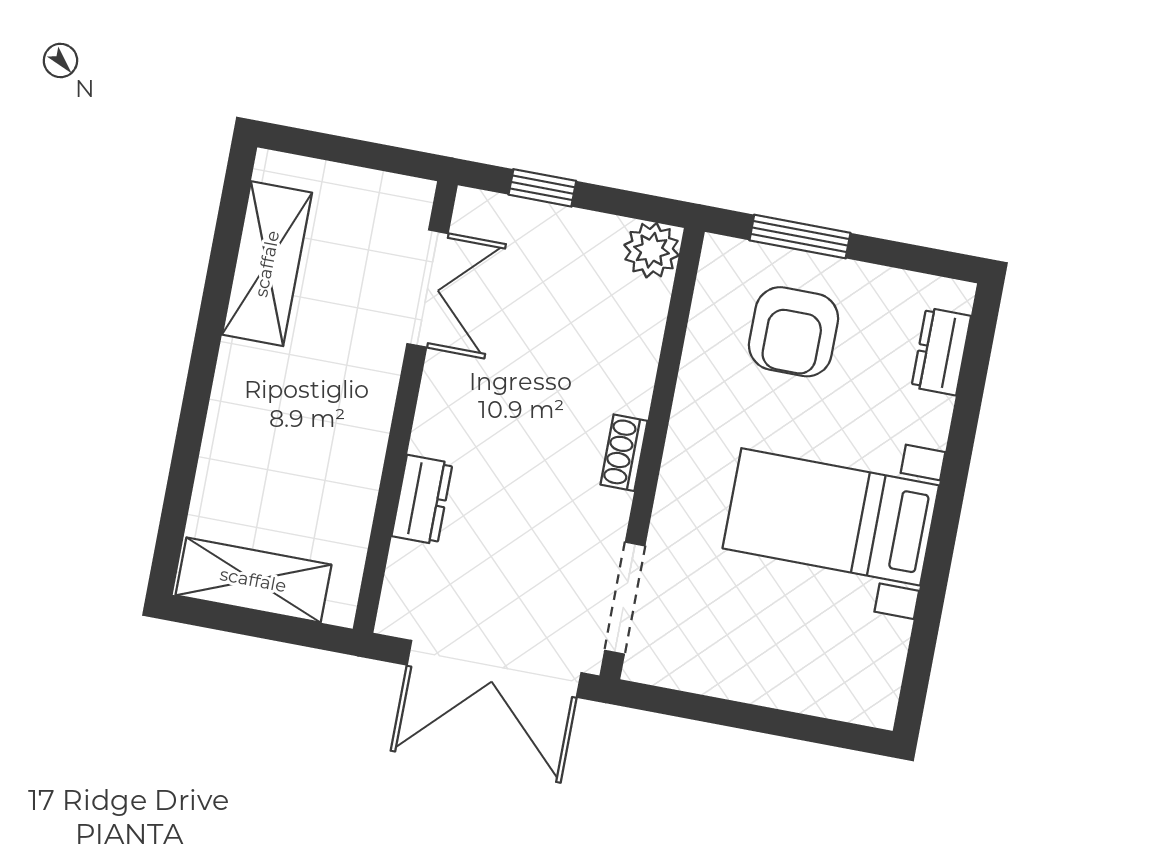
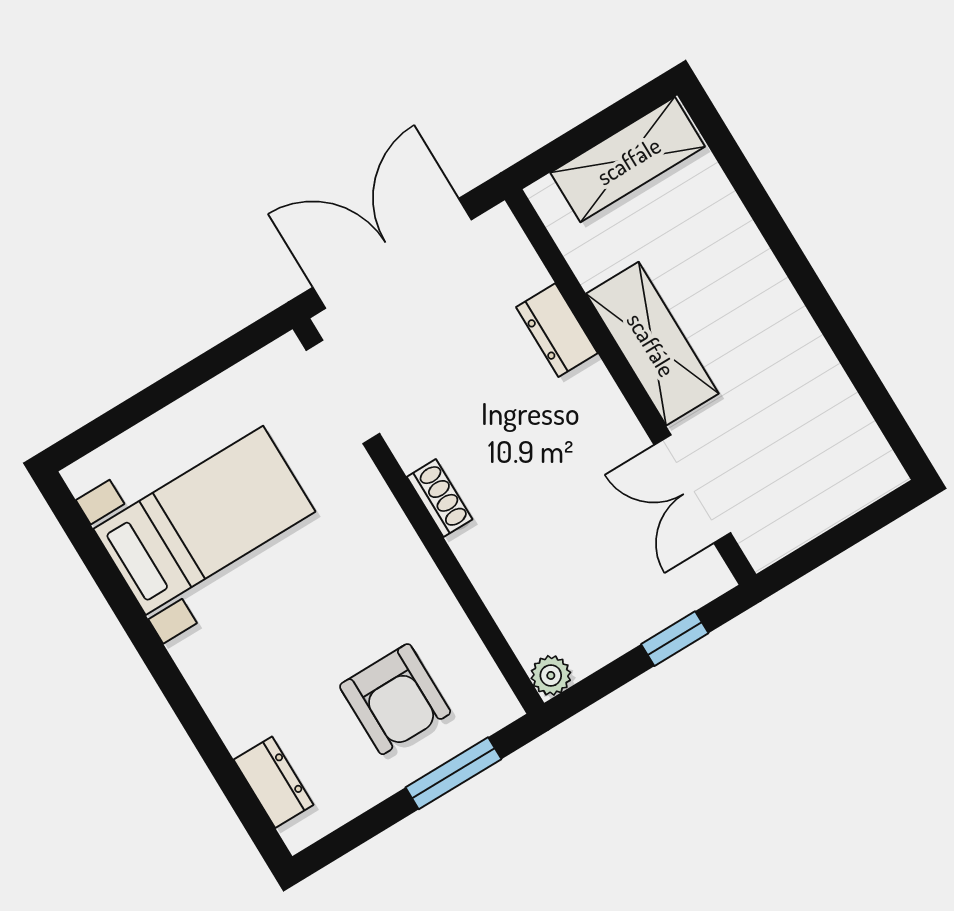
plant: (652, 250) -> (551, 675), width x0.73, depth x0.73
shelving: (267, 264) -> (652, 344), moved
armchair: (794, 332) -> (395, 699), turned 180
bed with nightstands: (831, 517) -> (204, 520), moved

